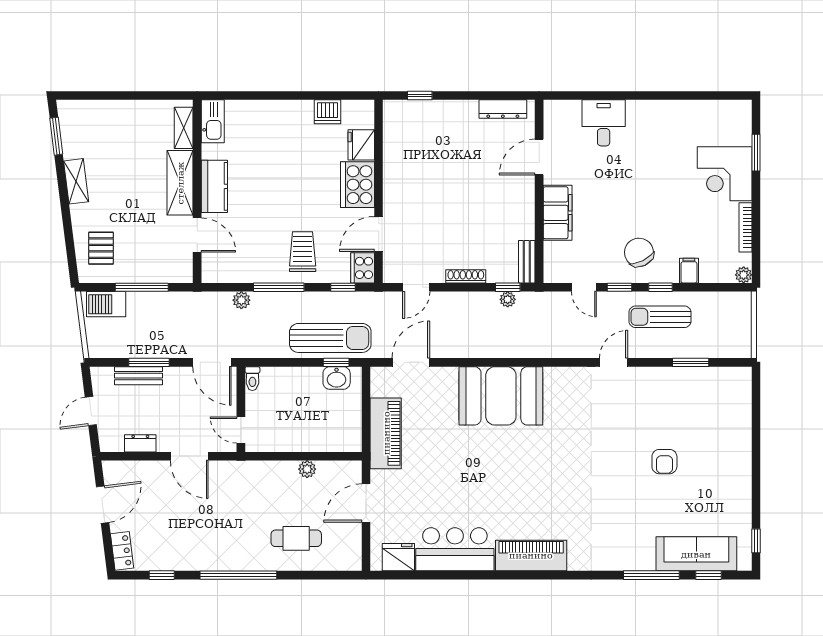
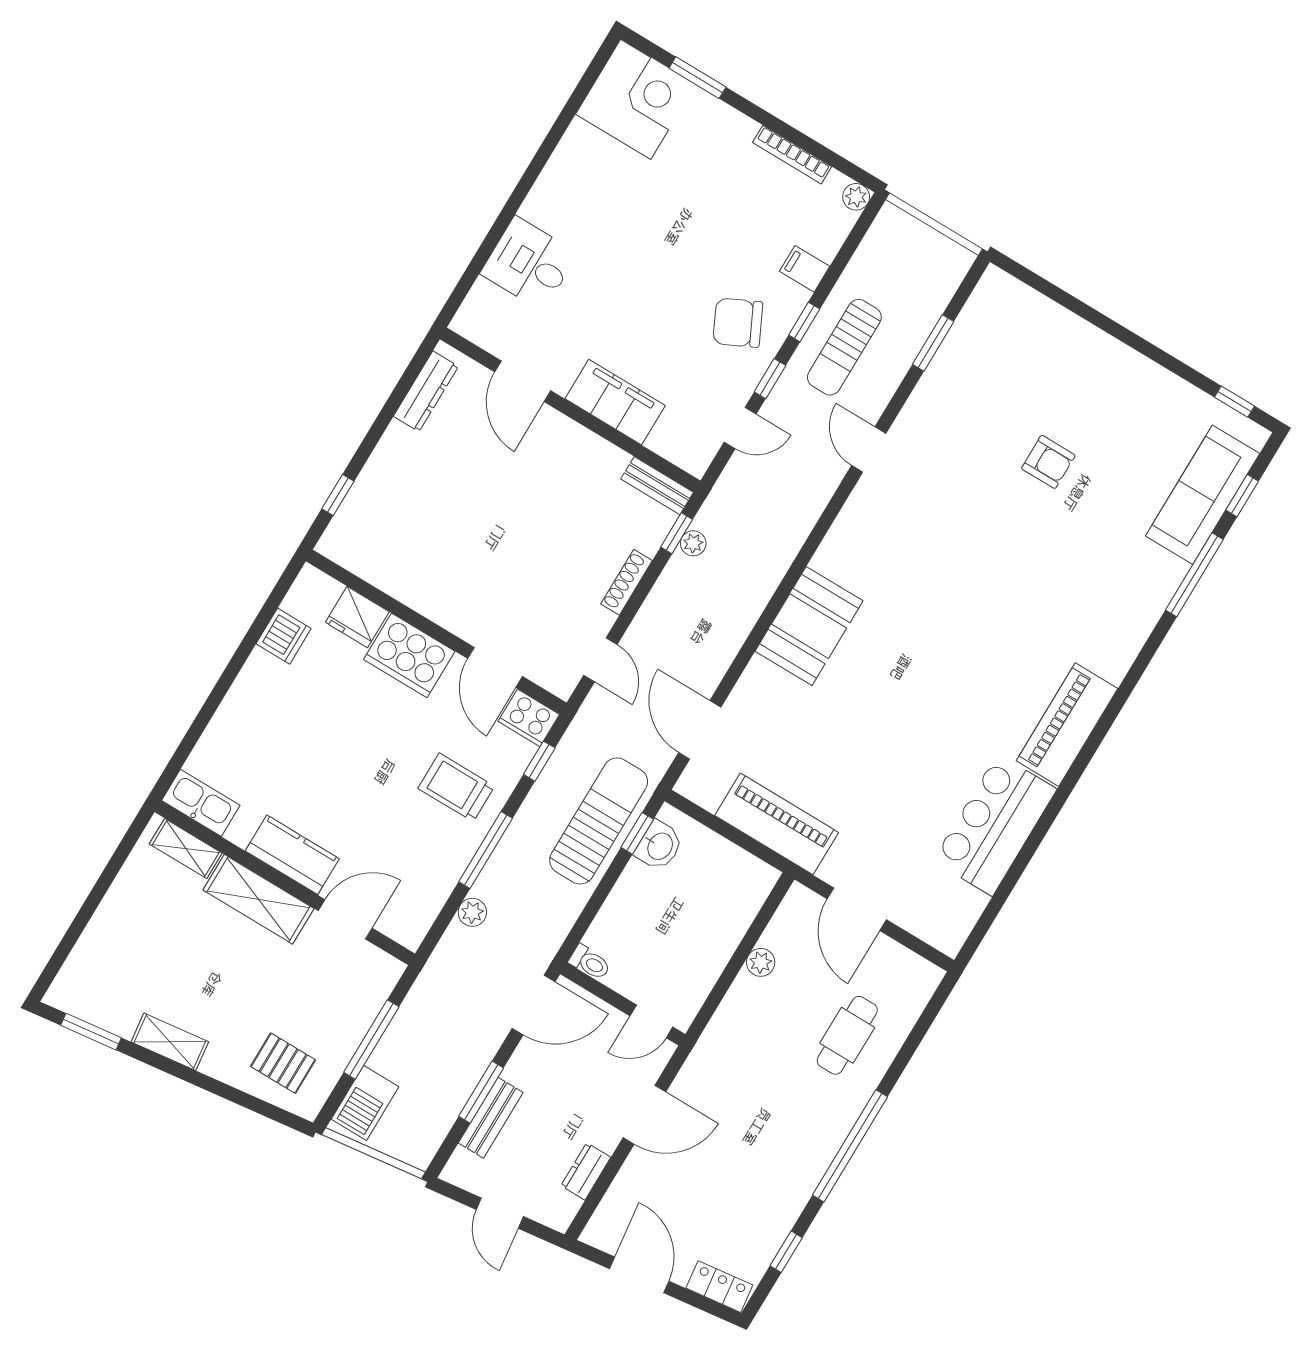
corner desk: (725, 174) -> (636, 99), moved, turned -90
booth: (501, 396) -> (809, 626), width x0.73, depth x0.70
fridge: (398, 557) -> (959, 910), removed

